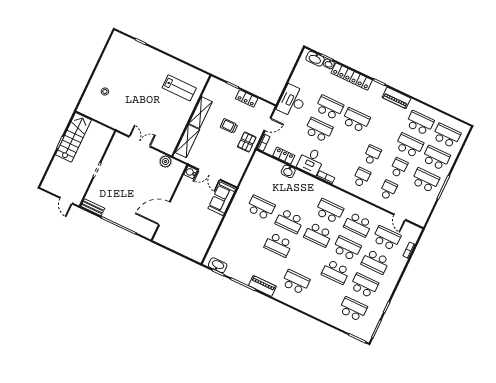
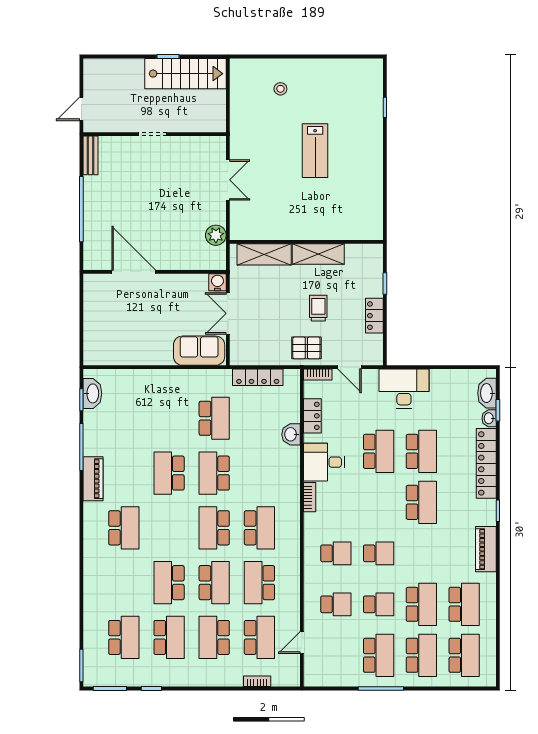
lab bench: (179, 88) -> (315, 151), moved
locker: (250, 175) -> (258, 377), added

